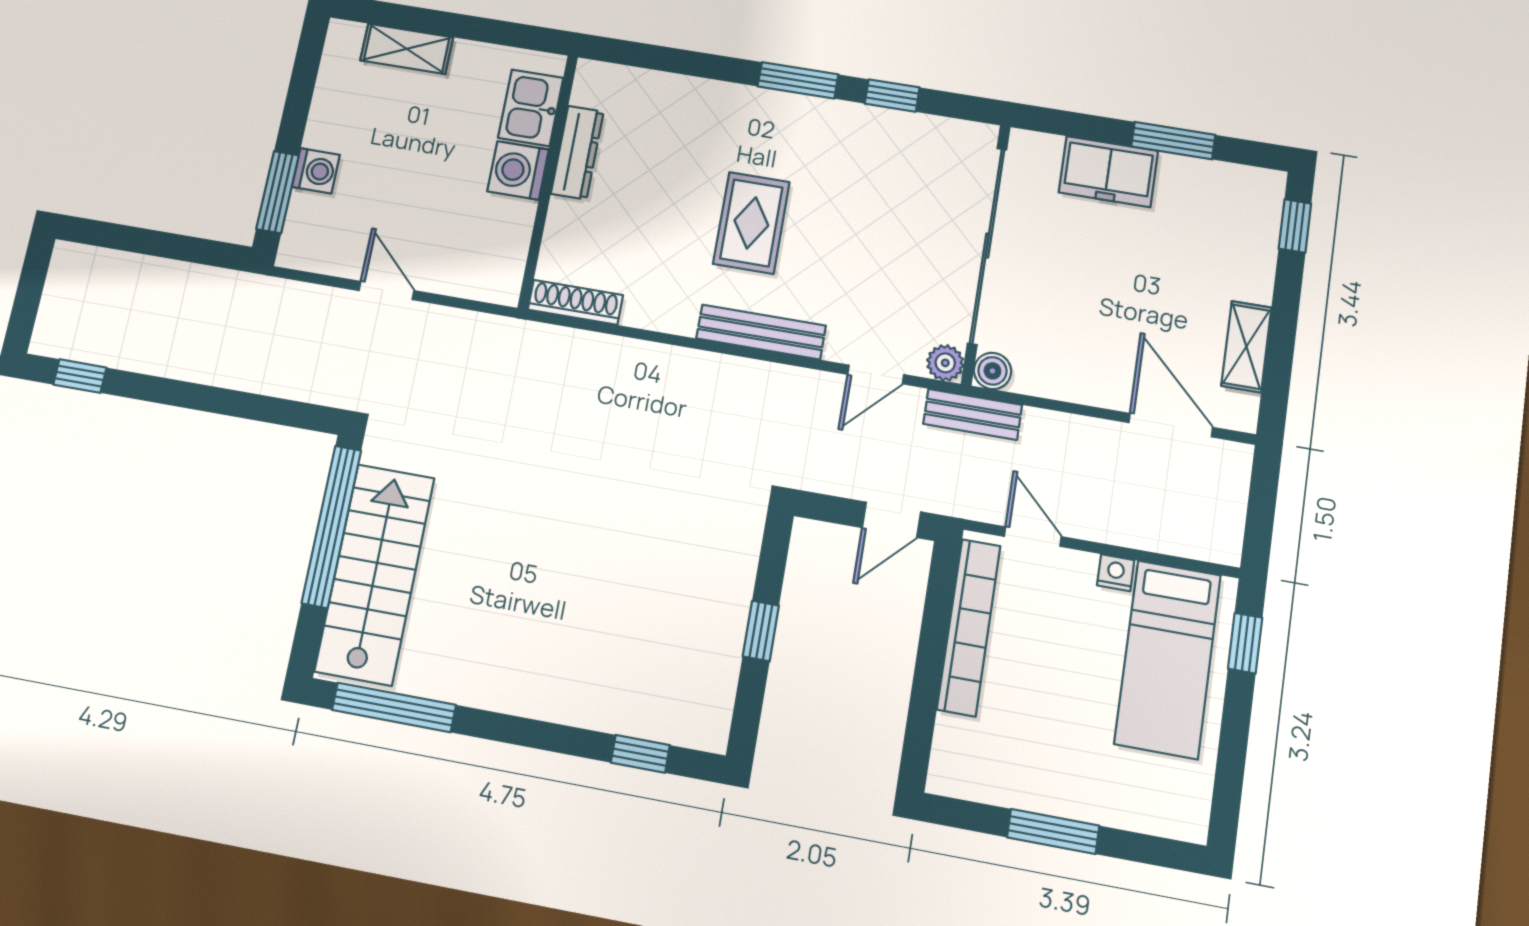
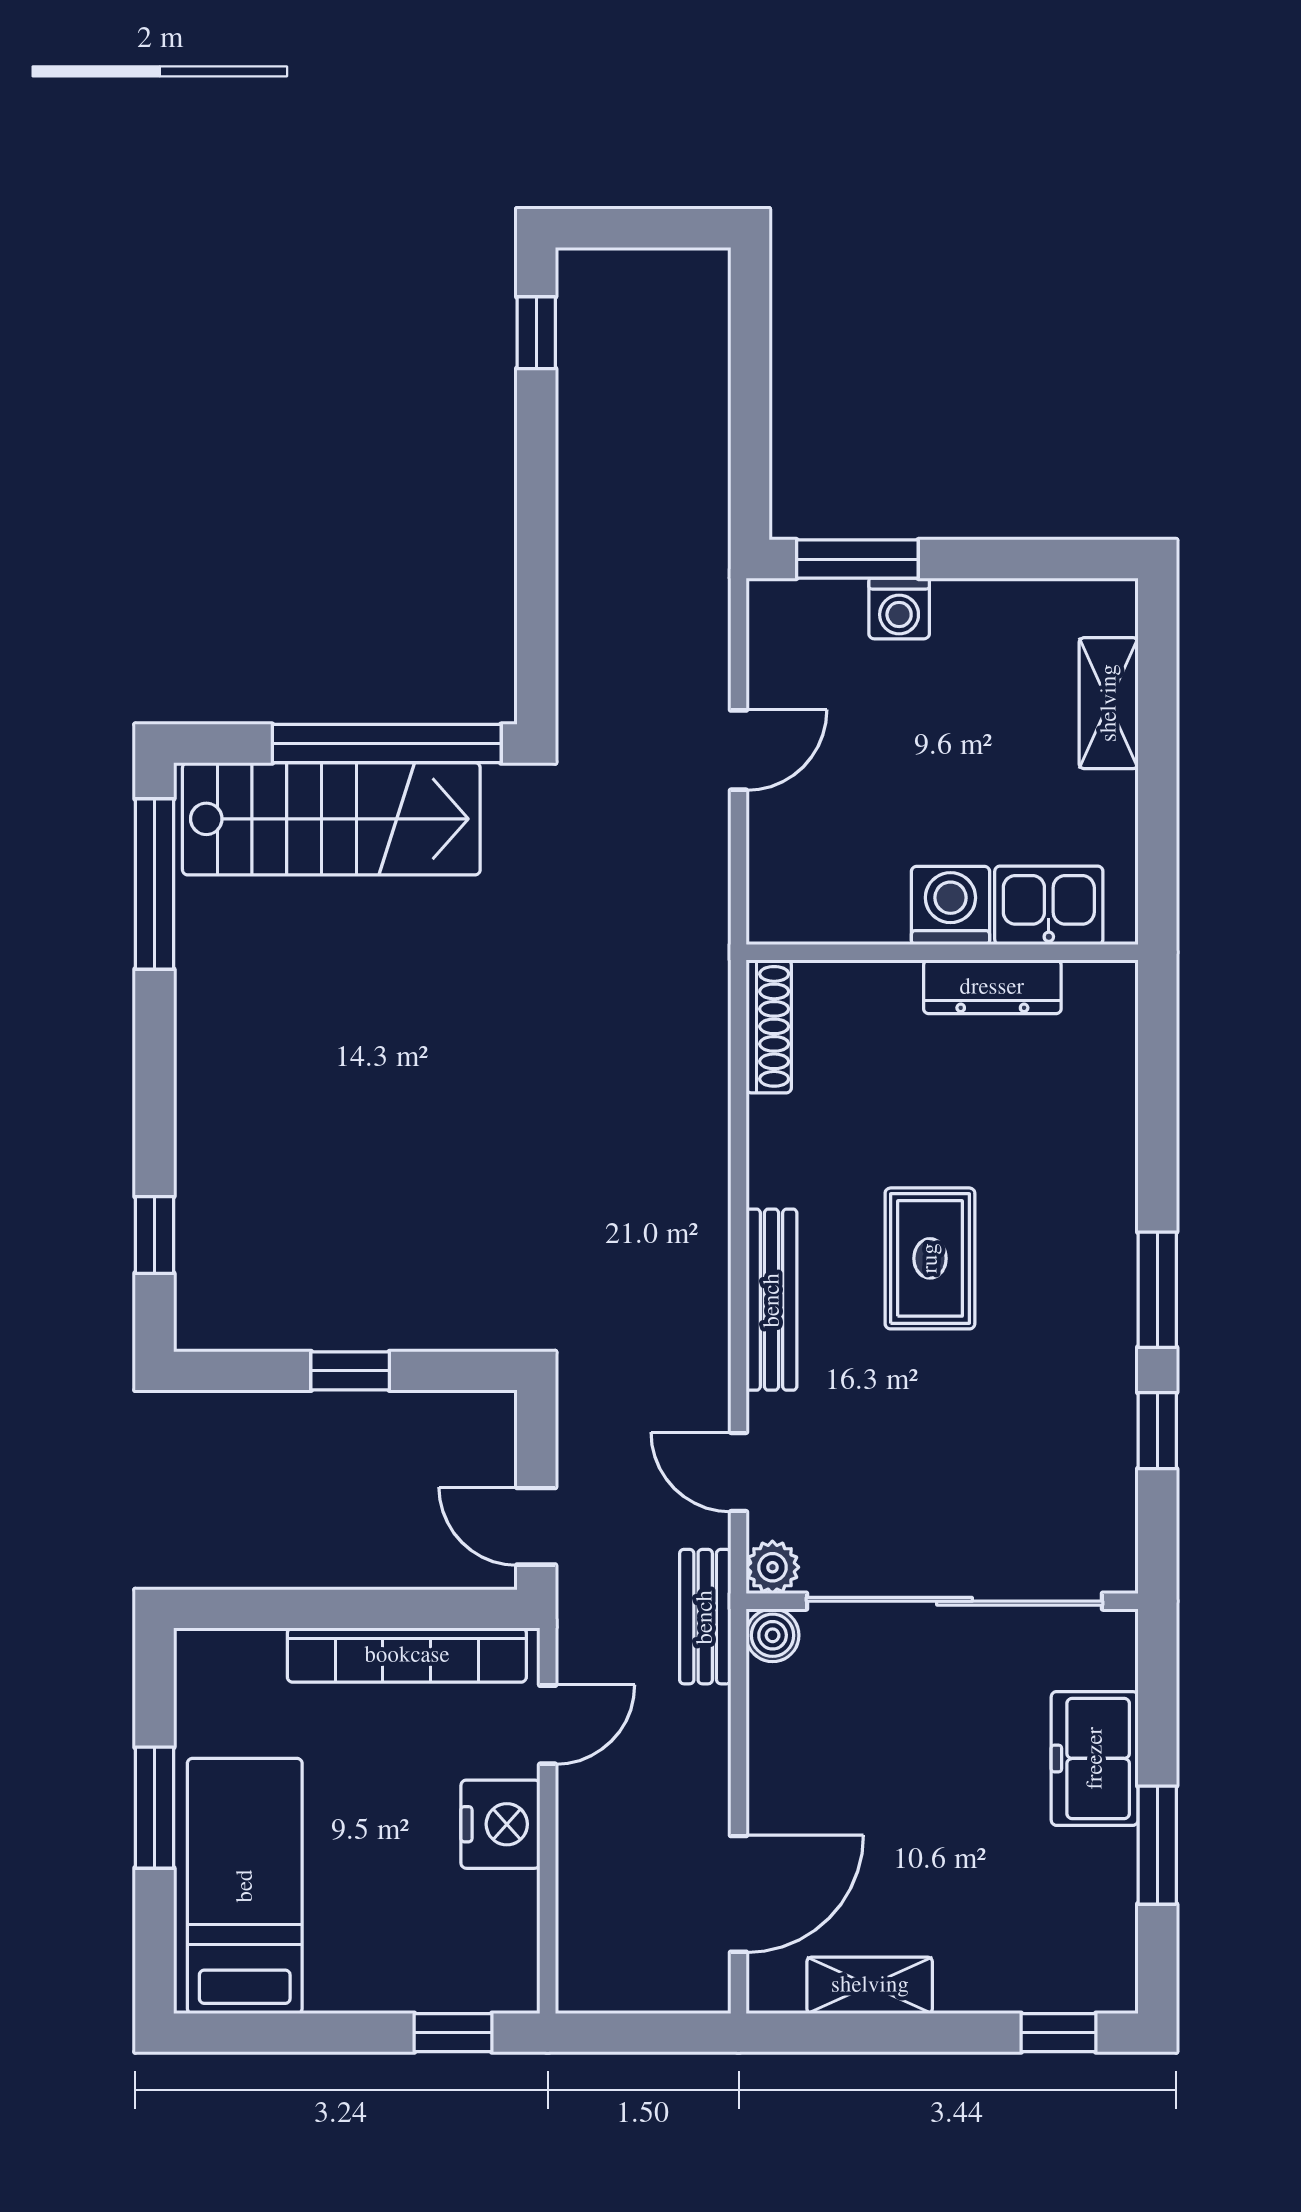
rug: (751, 223) -> (930, 1258), turned 90
nightstand: (1116, 573) -> (500, 1824), width x1.89, depth x1.79
bed: (1168, 659) -> (245, 1886), moved, turned 90

